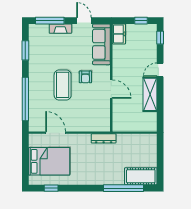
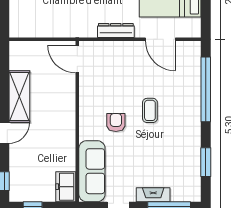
coffee table: (63, 85) -> (150, 110), width x0.54, depth x0.58
door: (111, 89) -> (77, 59), moved
dresser: (104, 138) -> (116, 31), moved

